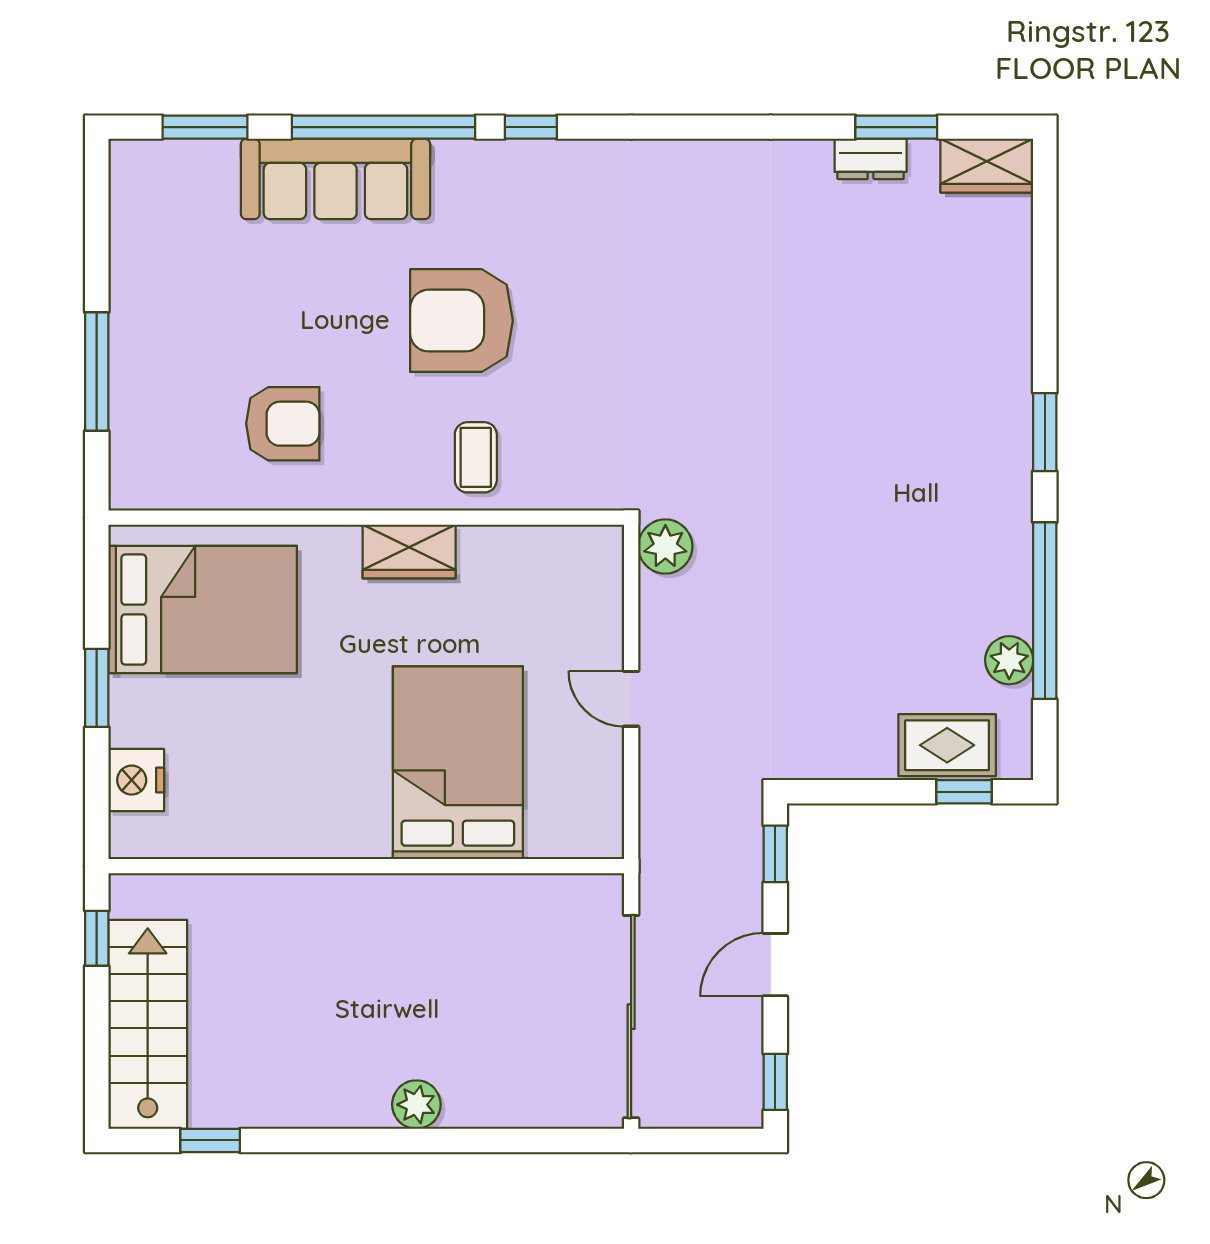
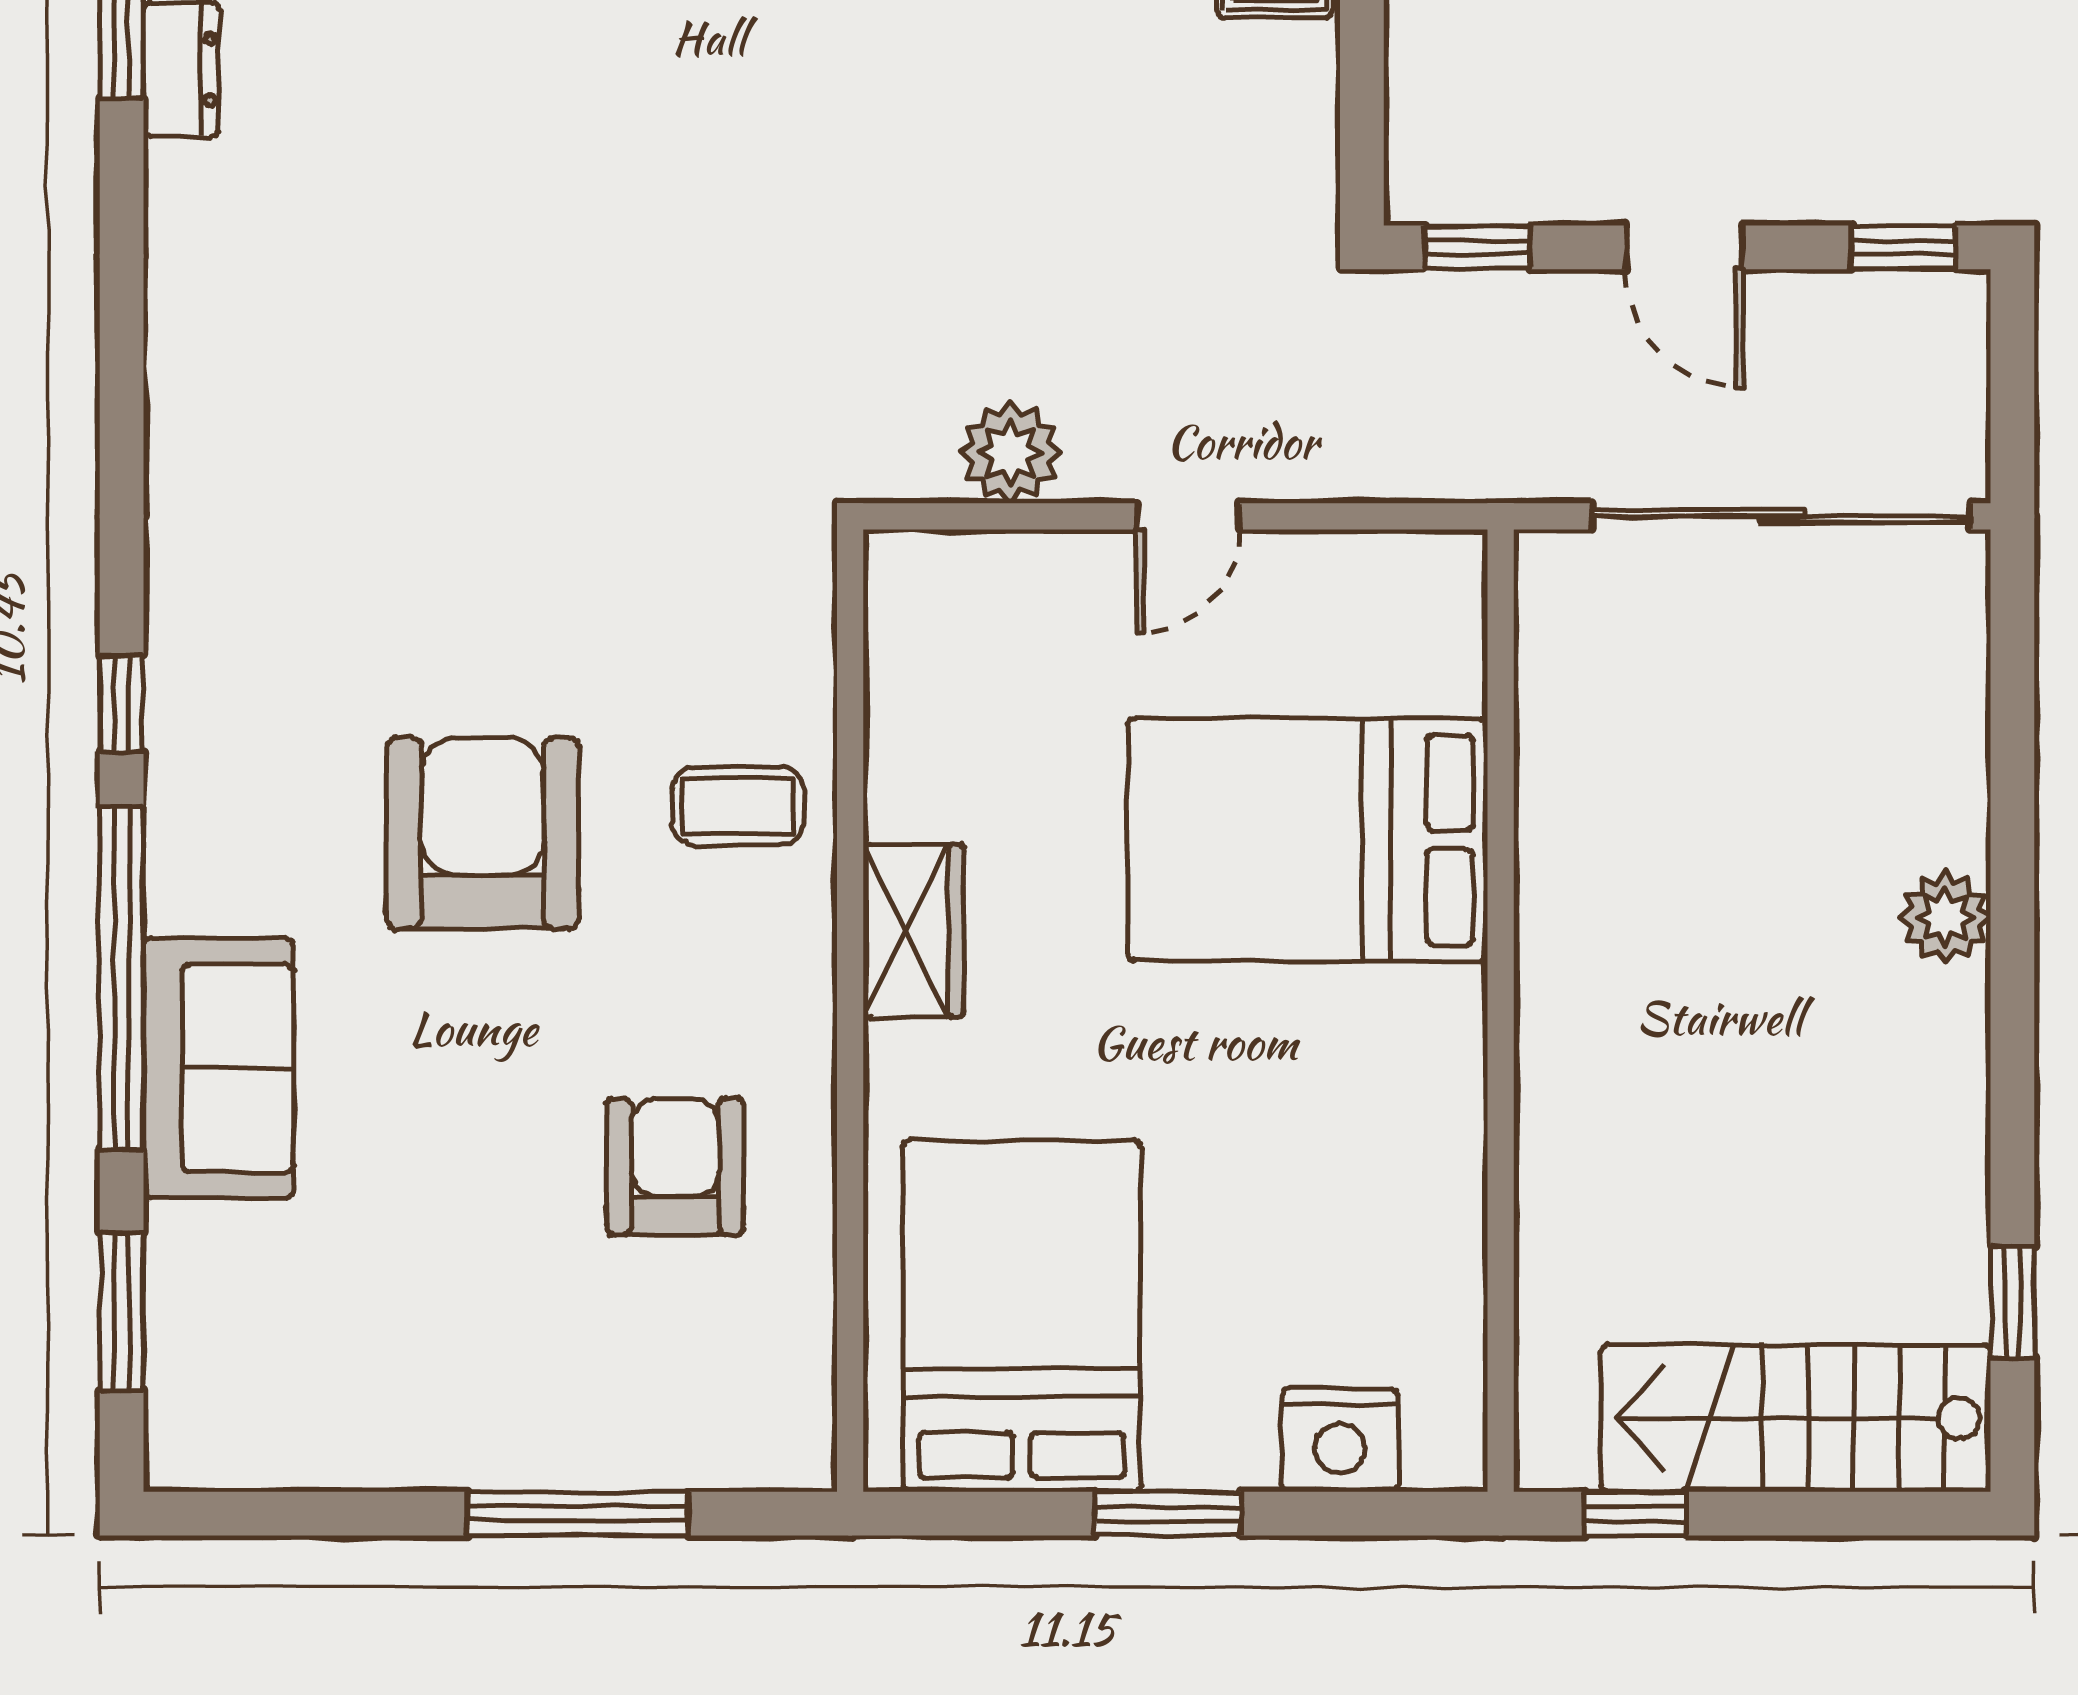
sofa: (335, 179) -> (218, 1068), width x0.73
armchair: (461, 321) -> (483, 833), turned 180
plant: (665, 546) -> (1010, 453), moved

